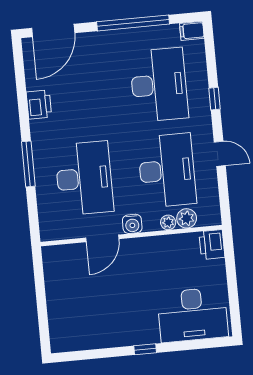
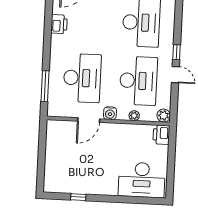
window: (215, 99) -> (177, 52), moved
window: (28, 164) -> (45, 86), moved
plant: (187, 218) -> (164, 116), moved
window: (145, 349) -> (78, 197), moved

